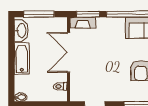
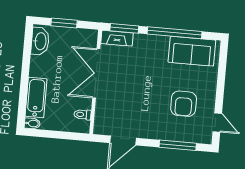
window: (39, 14) -> (64, 23), width x0.69
bathtub: (22, 58) -> (36, 98), moved

